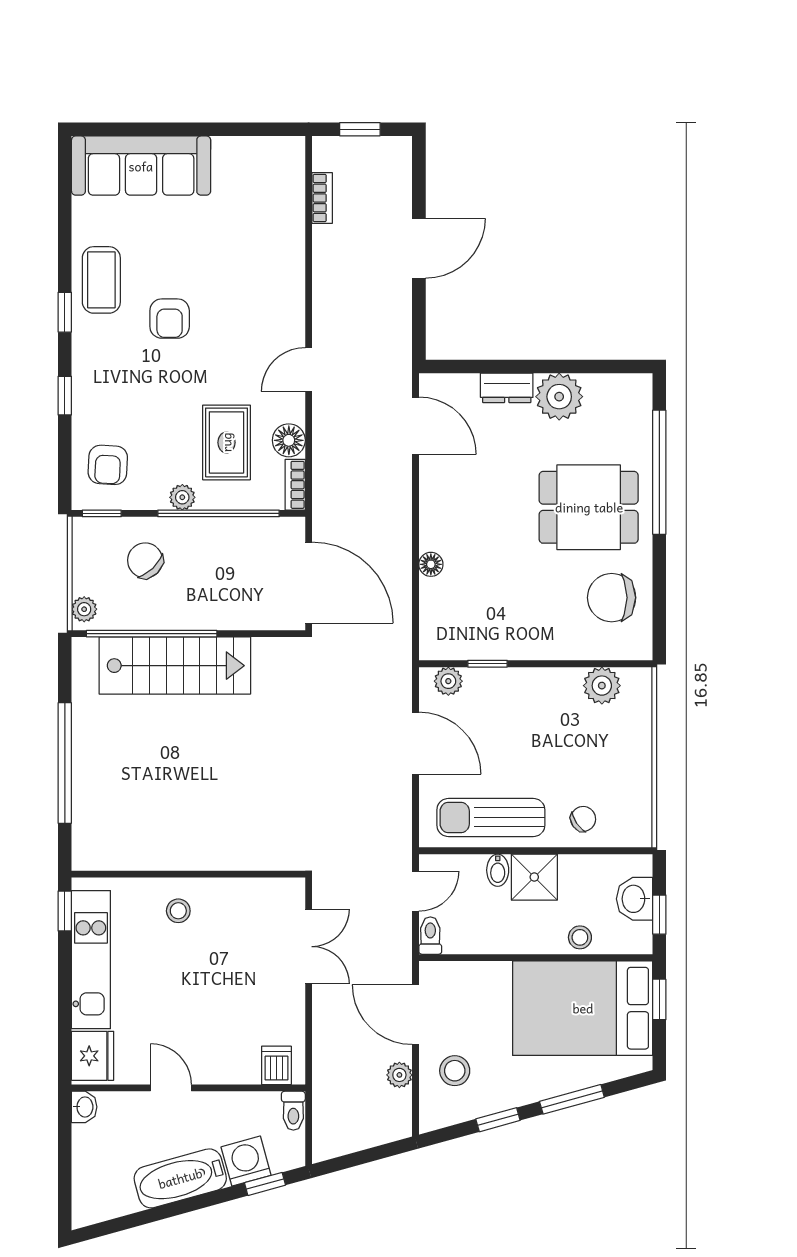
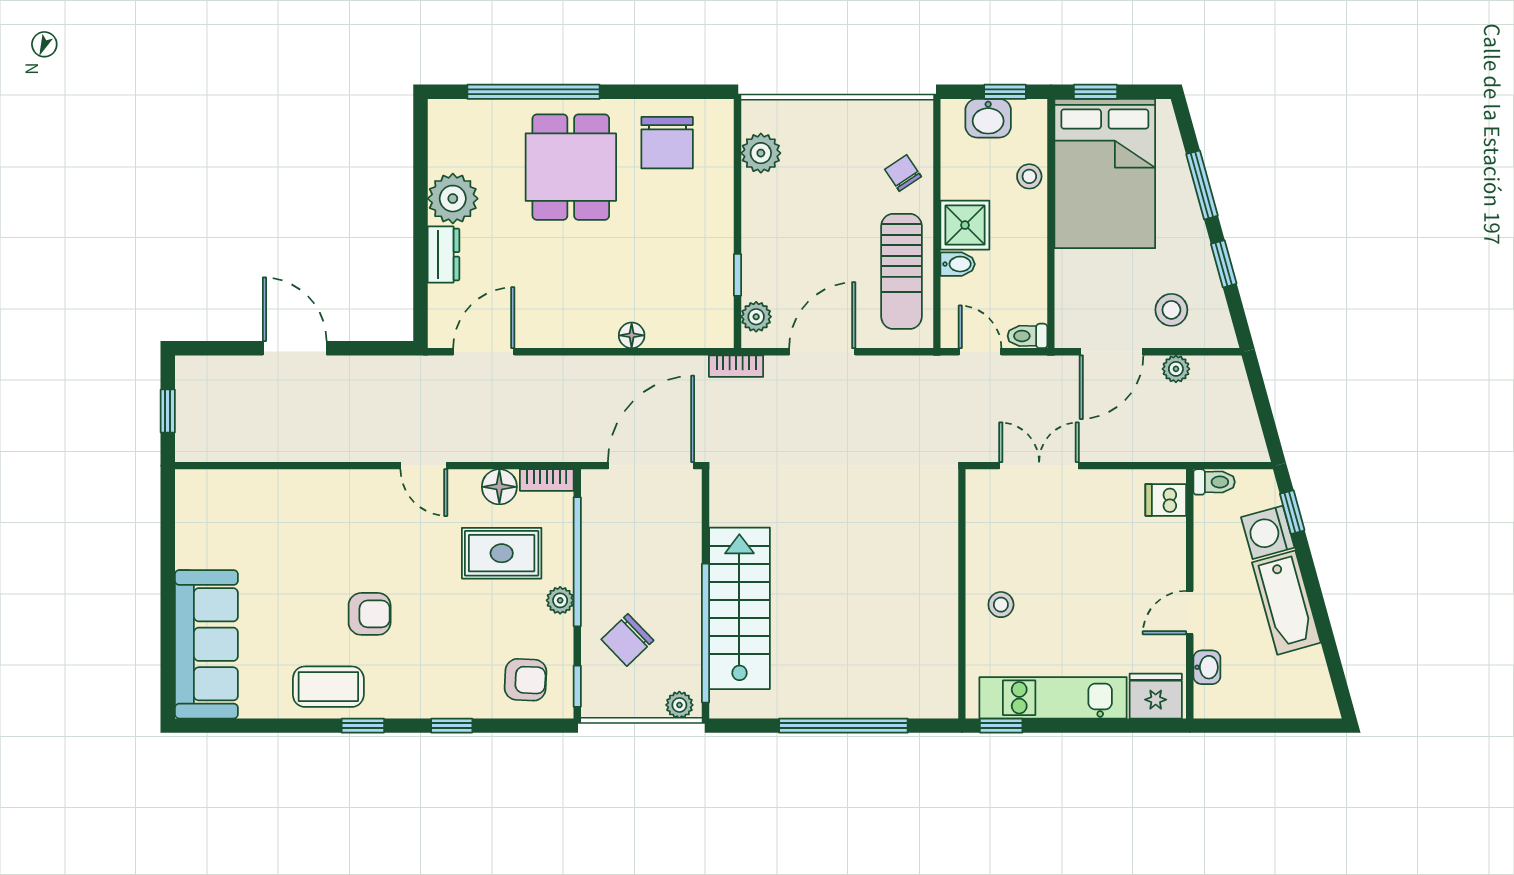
bookcase: (322, 198) -> (736, 366), moved, turned 180
washbasin: (84, 1107) -> (1207, 667), moved, turned 90

